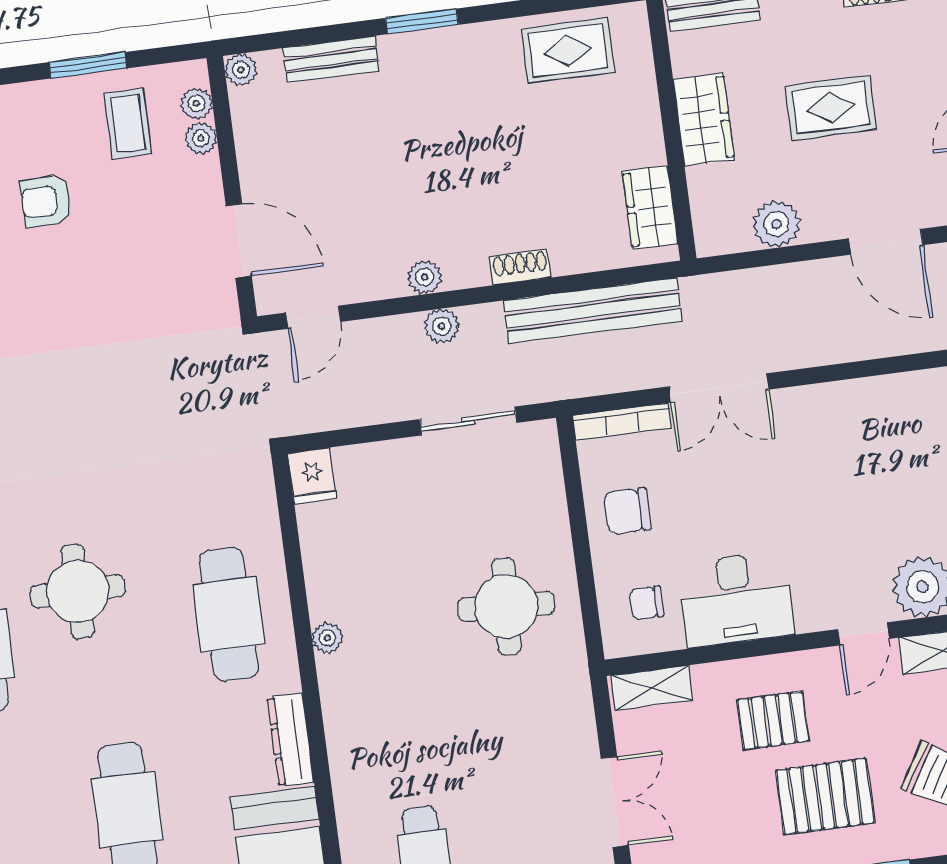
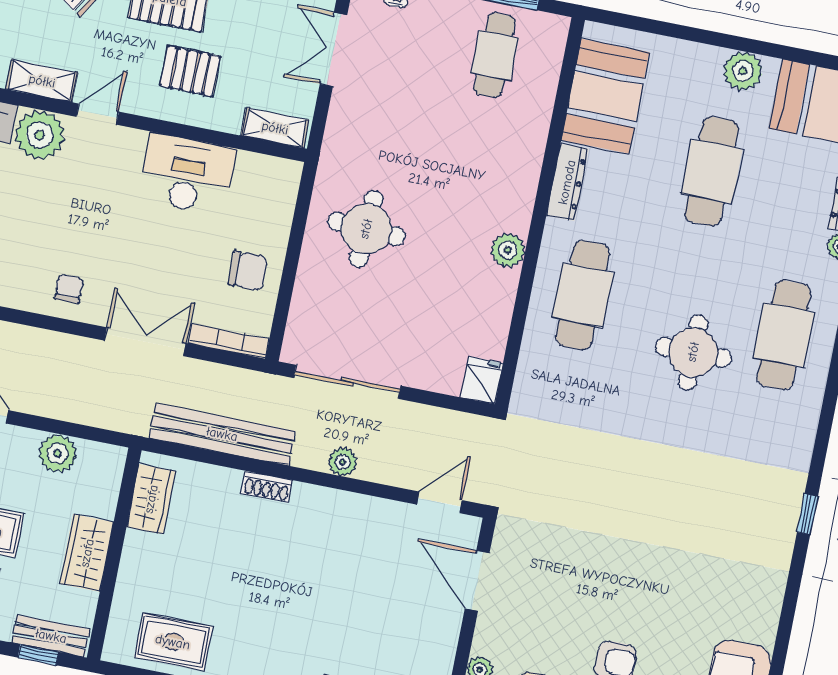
plant: (425, 277) -> (343, 504), removed
sliding door: (468, 421) -> (347, 382), width x1.37
chair: (647, 603) -> (69, 289), moved, turned -90
plant: (327, 638) -> (508, 250), width x1.38, depth x1.38

